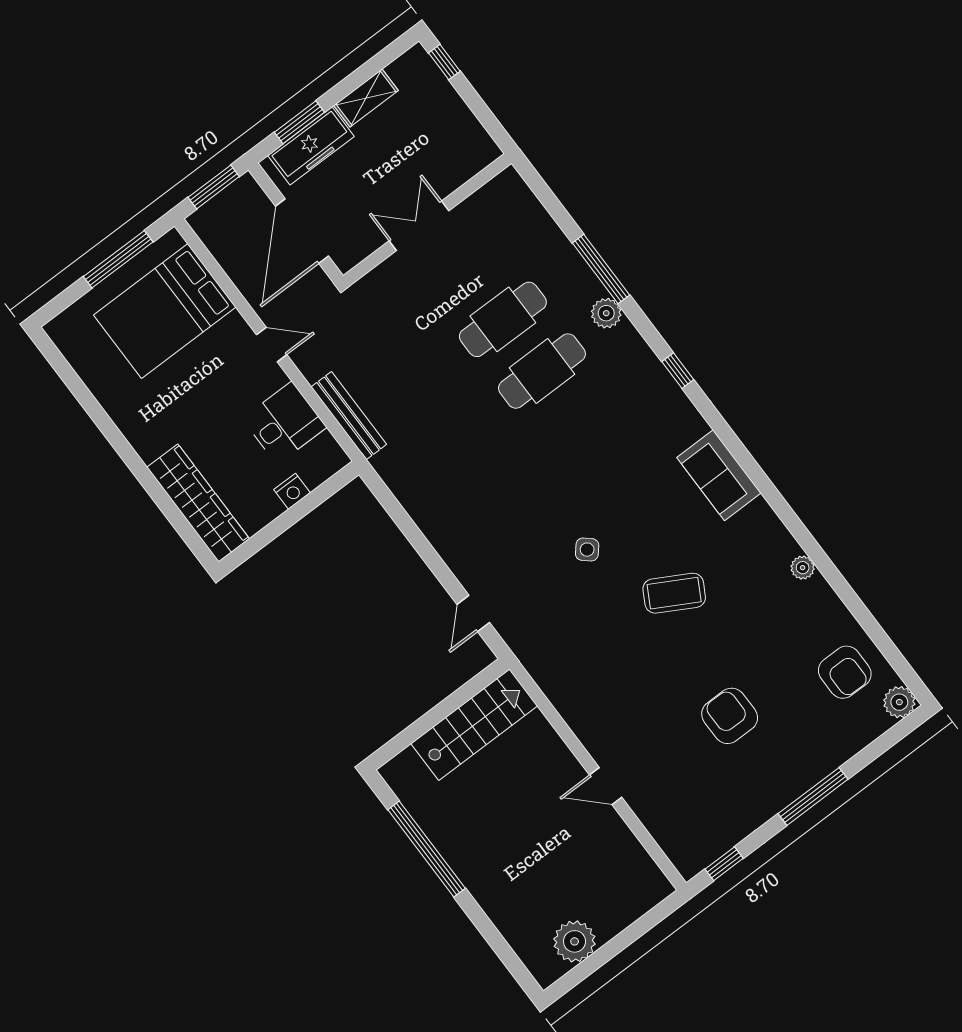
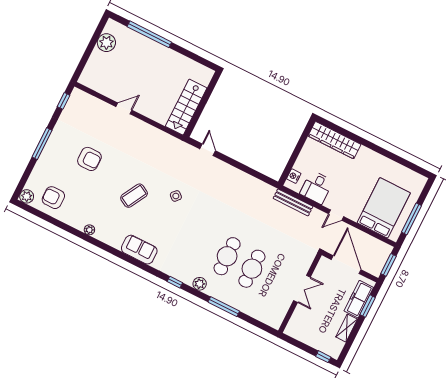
plant: (606, 313) -> (200, 284), moved
nightstand: (292, 491) -> (294, 176), moved
window: (427, 849) -> (149, 34), moved

